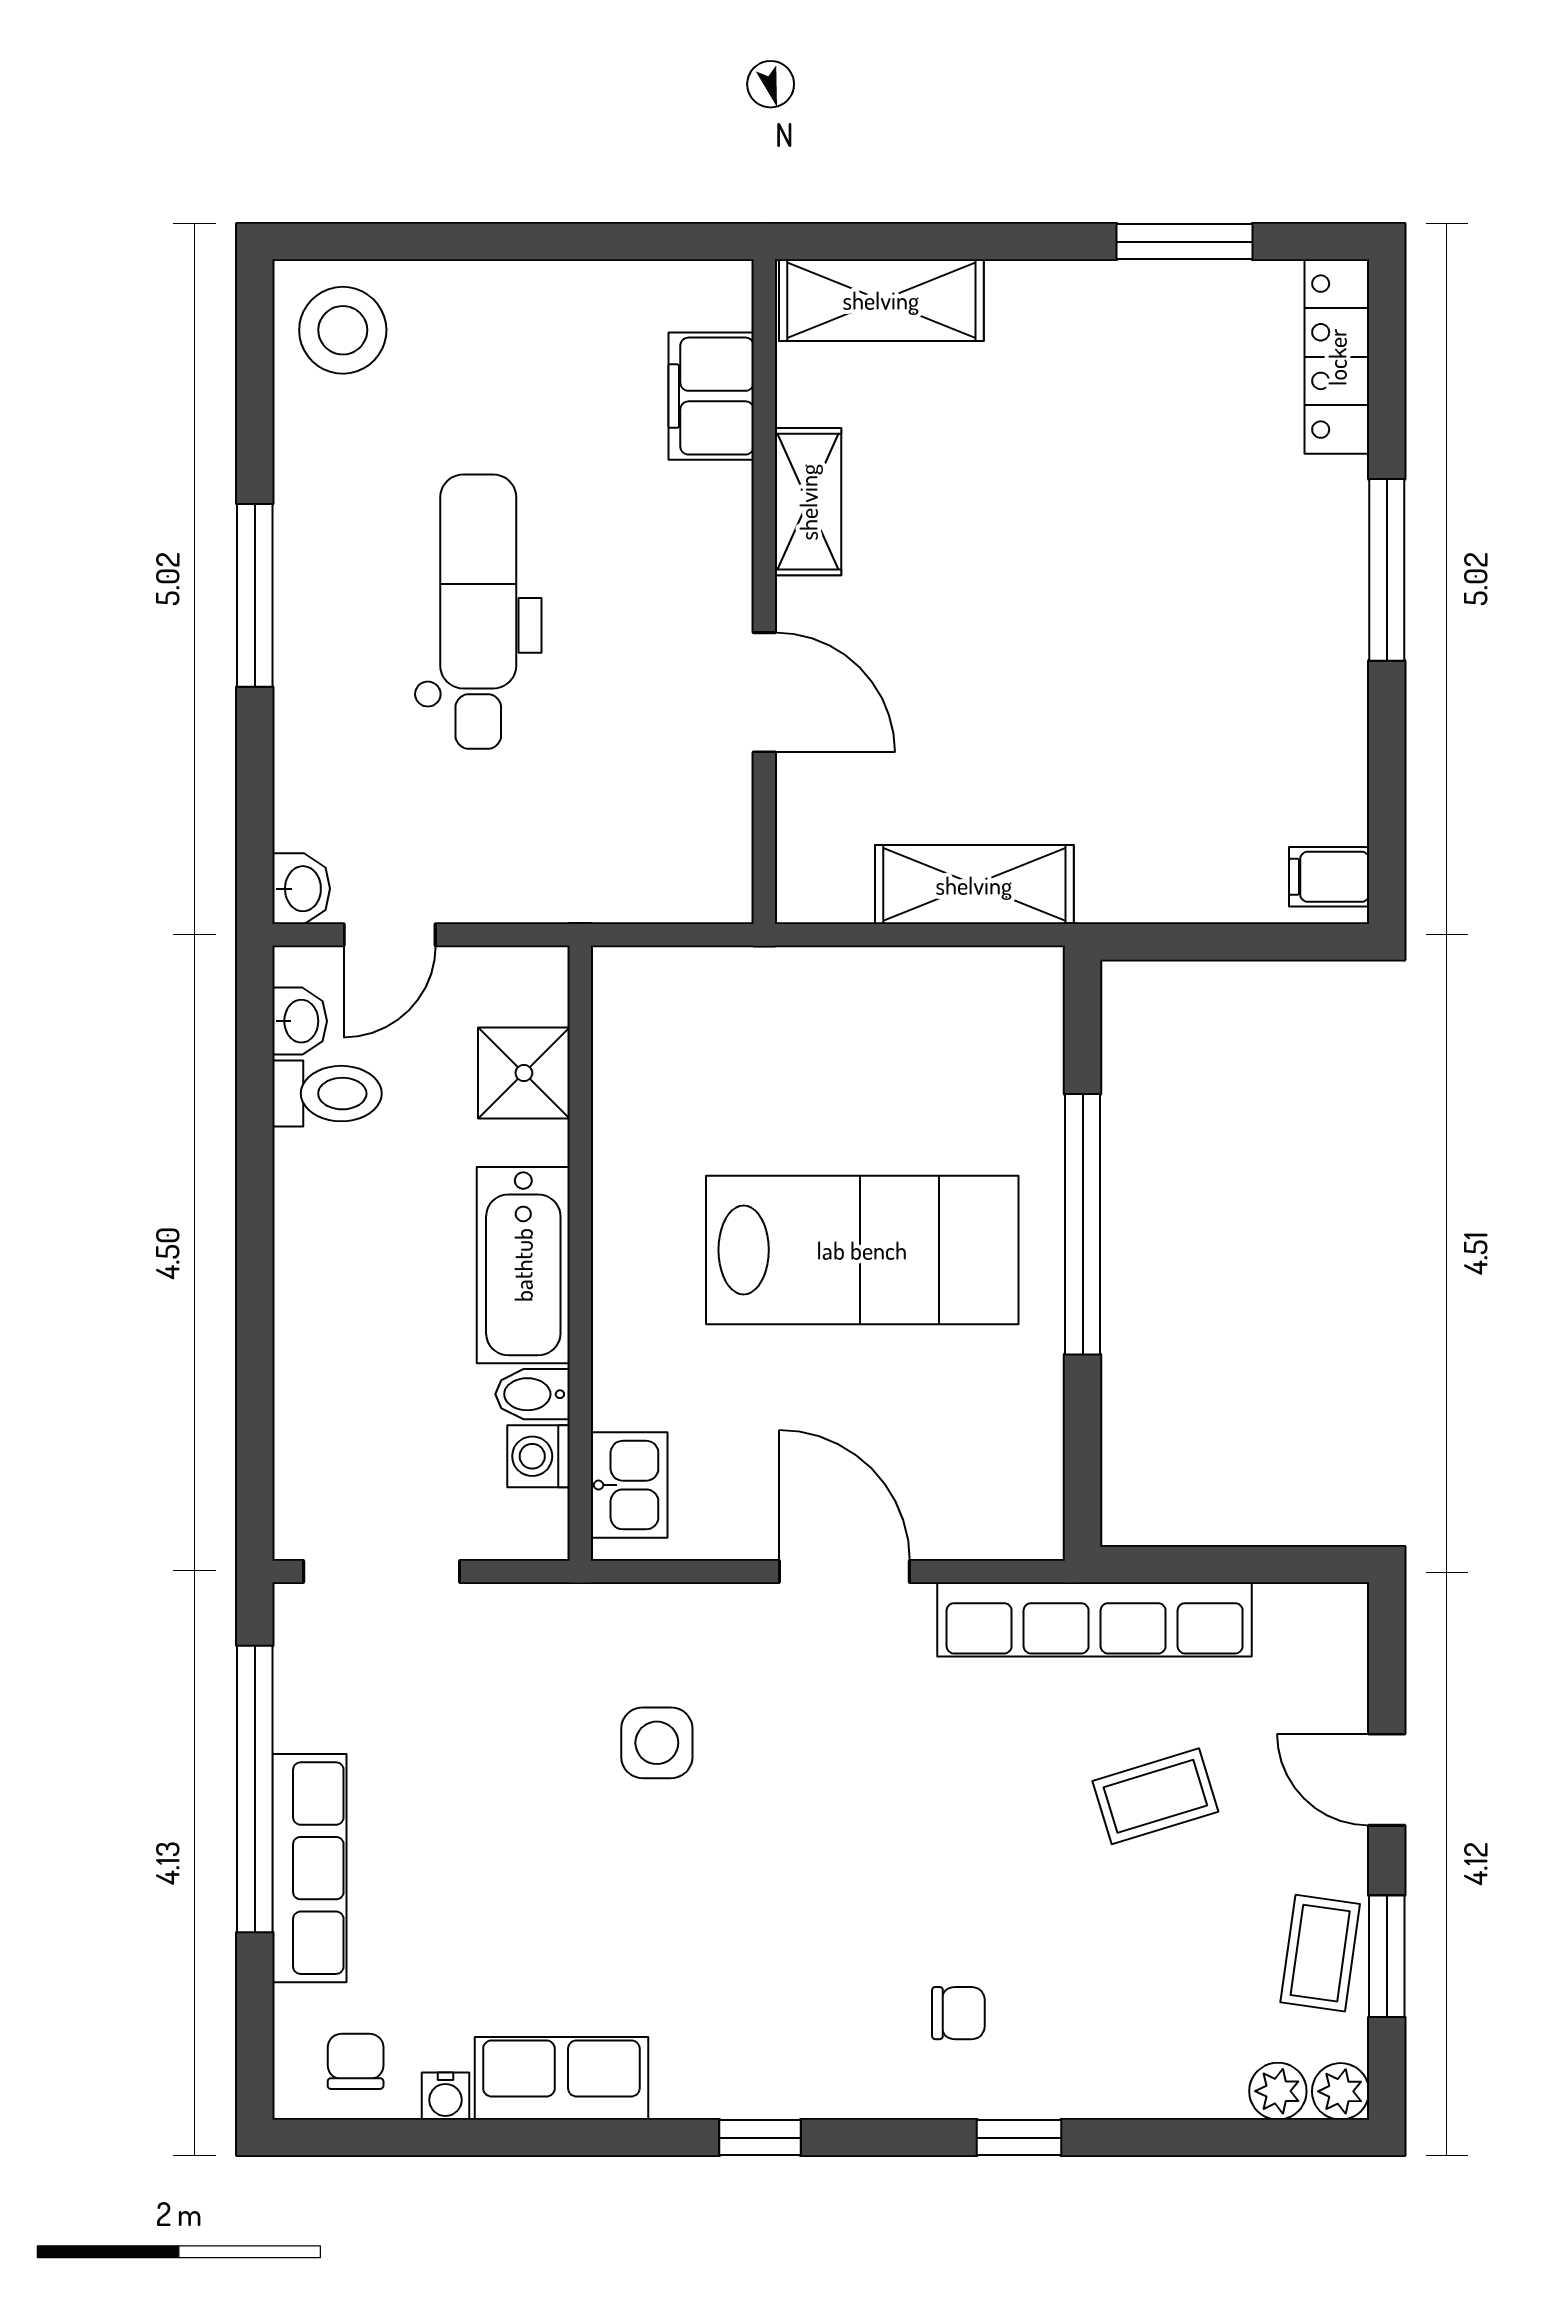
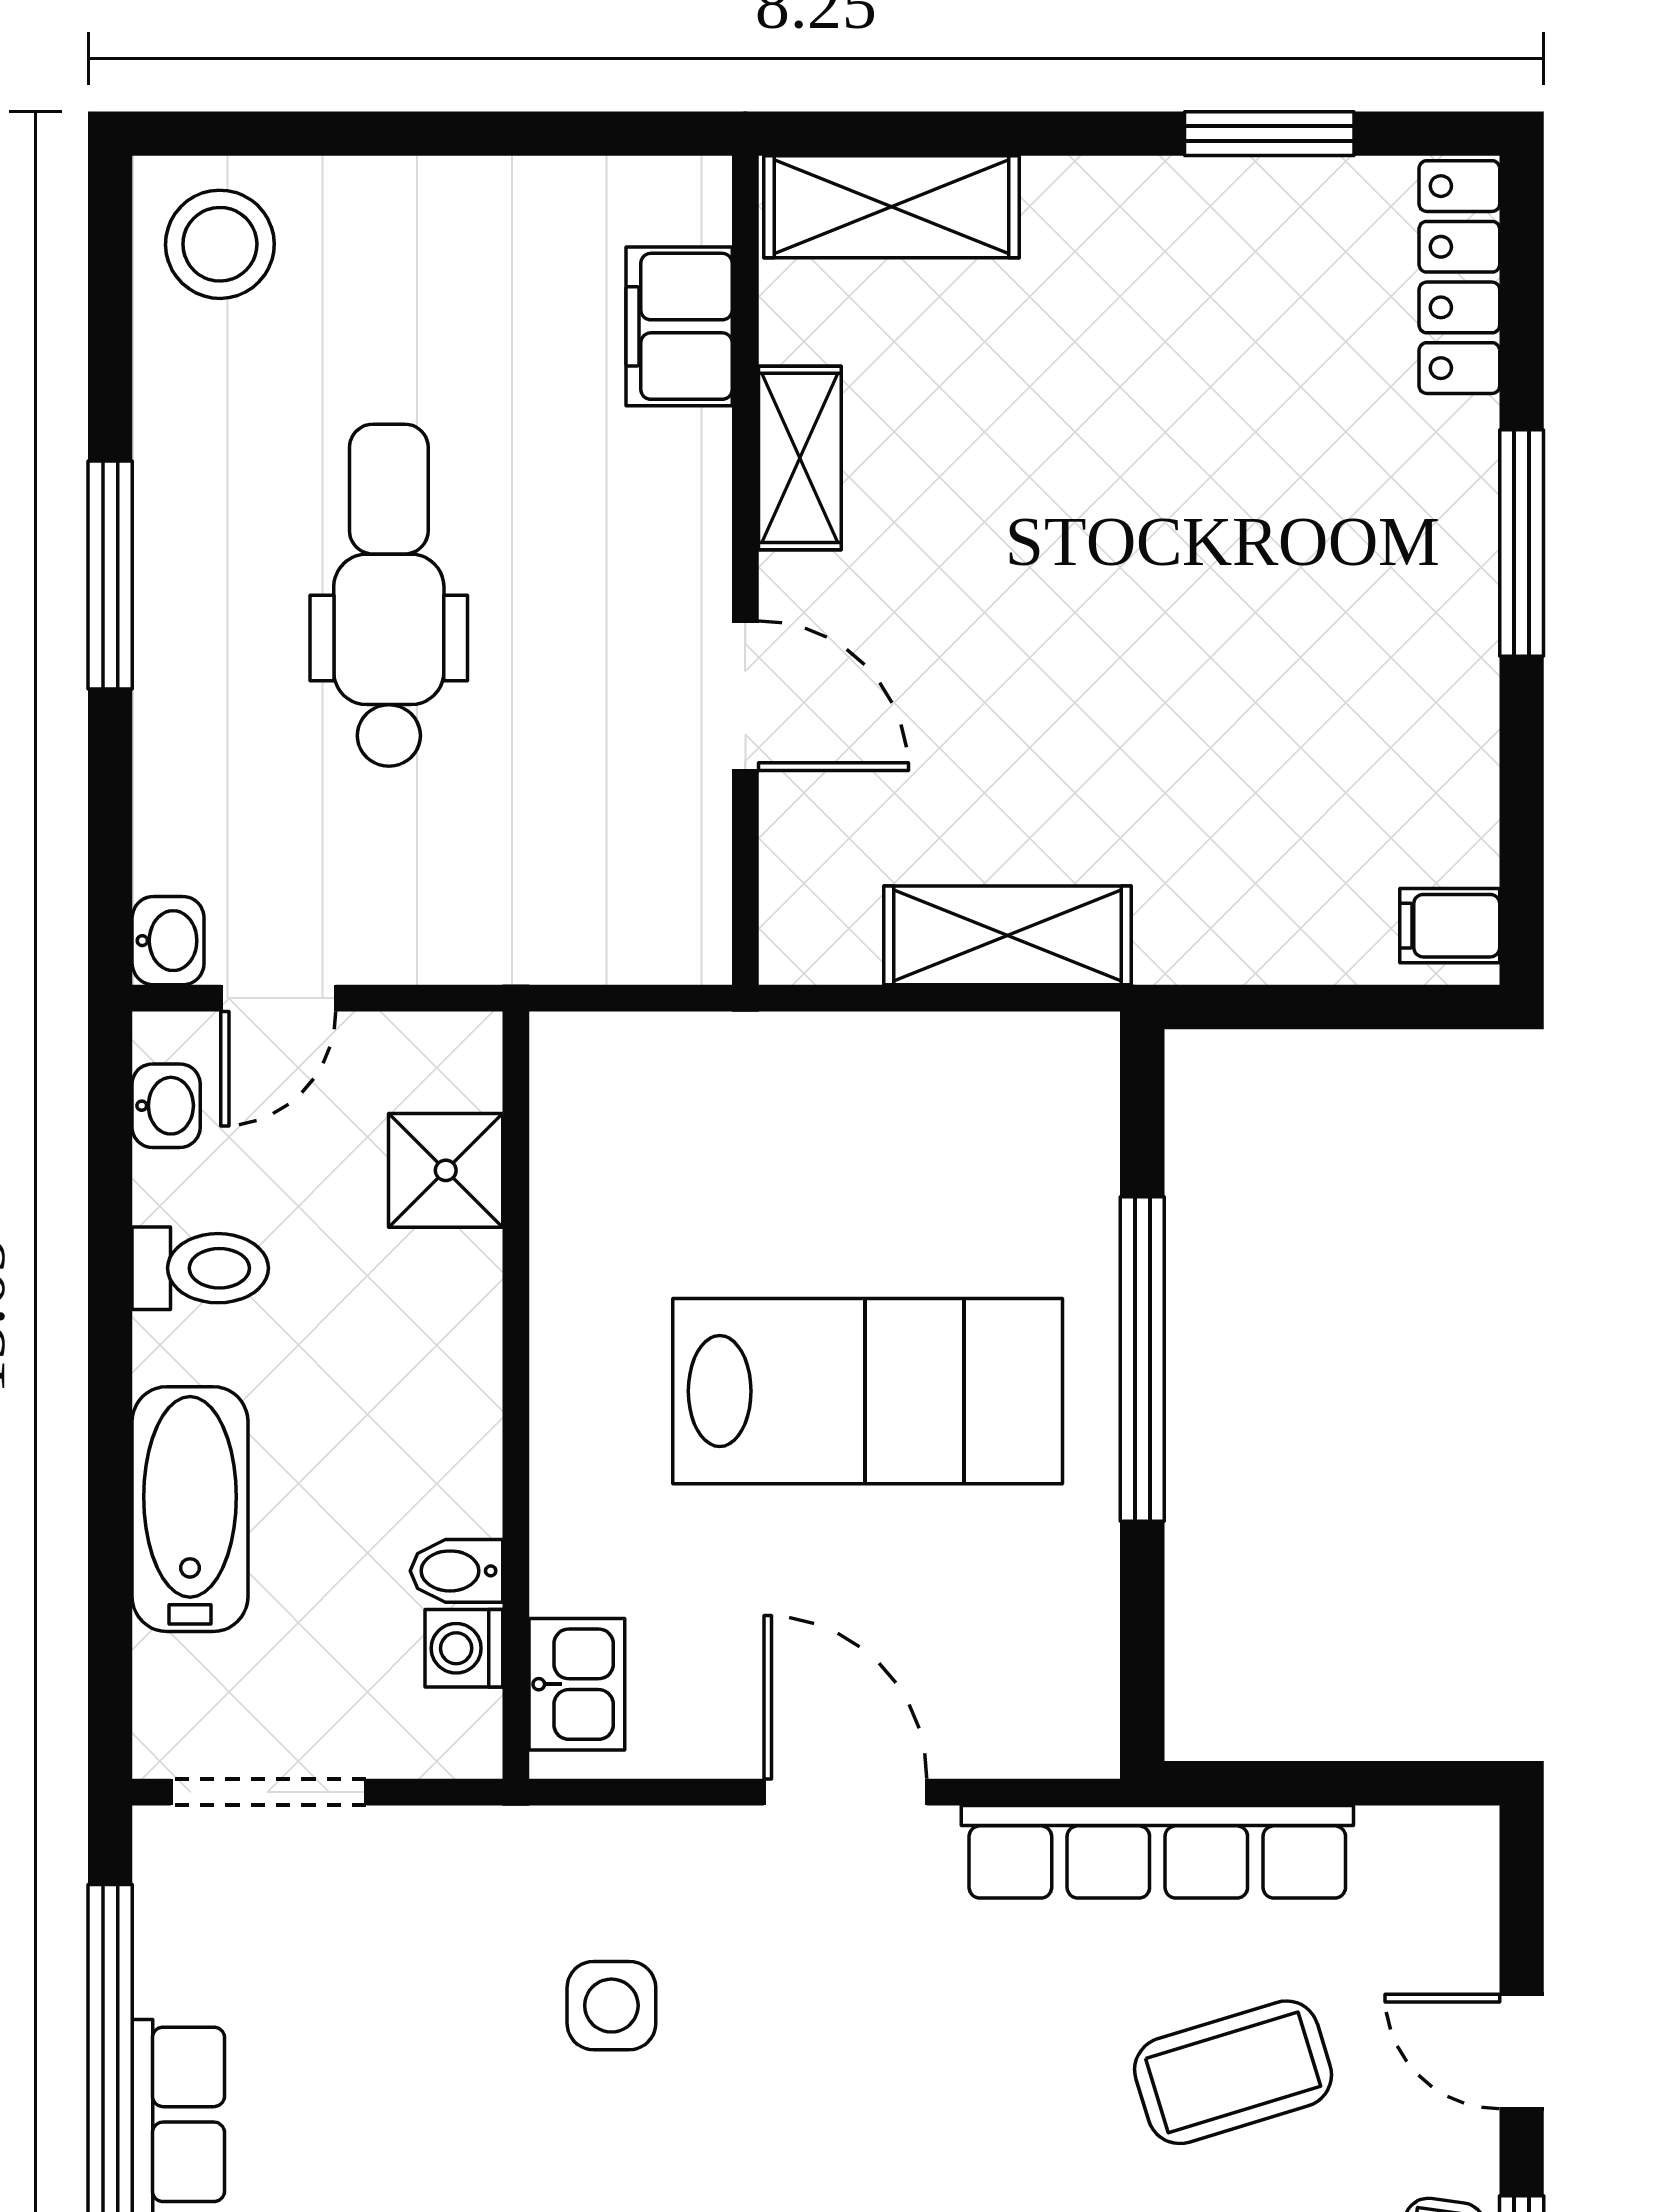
toilet: (327, 1094) -> (200, 1268), moved
bathtub: (523, 1265) -> (190, 1509), moved, turned 180
coffee table: (1155, 1796) -> (1233, 2072), width x1.36, depth x1.30

